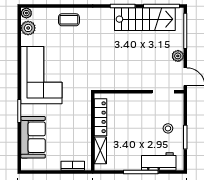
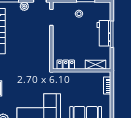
locker: (101, 117) -> (66, 65), width x0.66
workbench: (159, 161) -> (104, 33), moved

